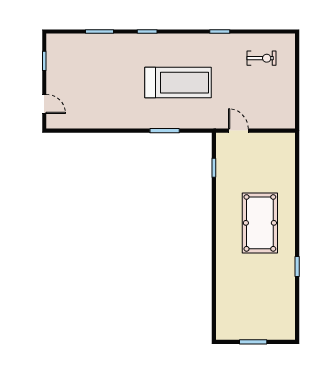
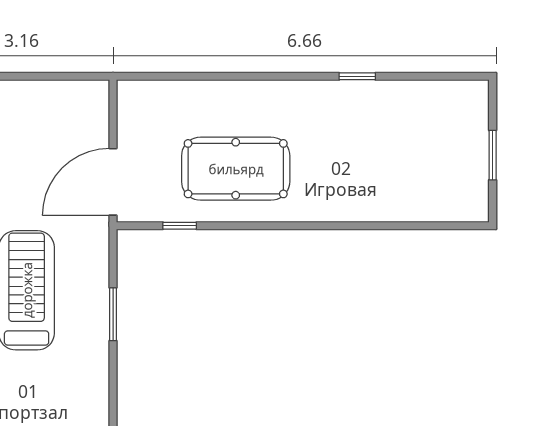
door: (238, 131) -> (113, 182), width x1.87
pool table: (260, 223) -> (236, 169), moved

